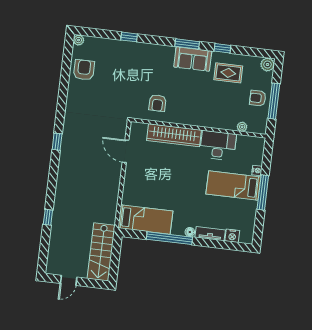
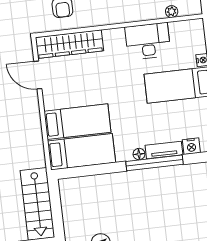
wardrobe: (174, 135) -> (69, 44), moved
bed: (148, 195) -> (77, 122), added
window: (169, 238) -> (154, 163), moved

